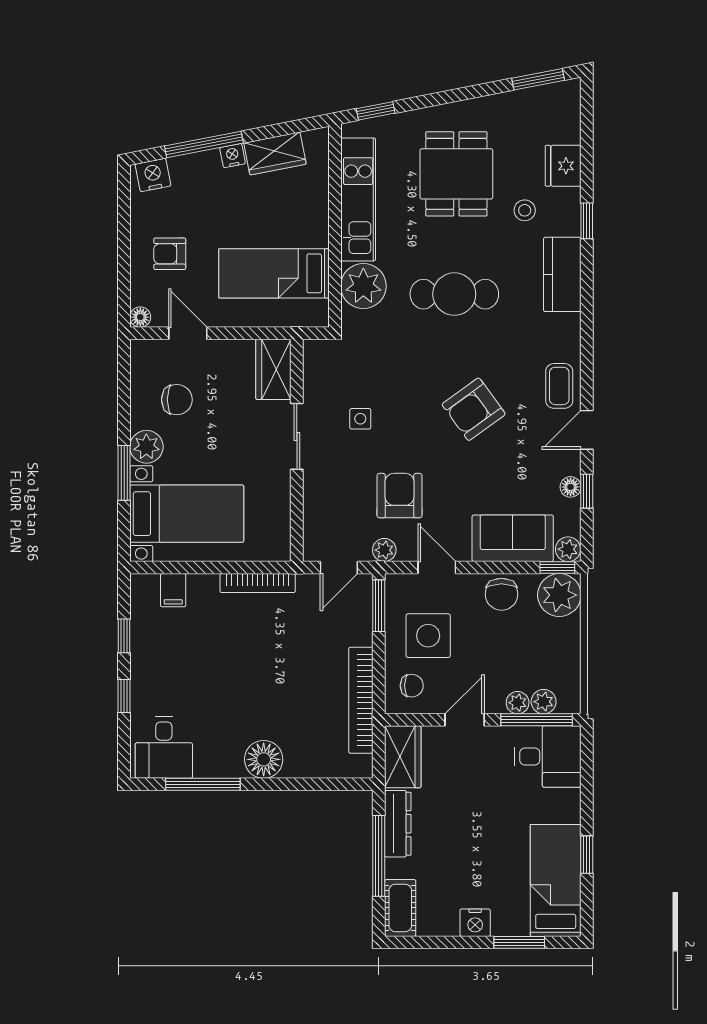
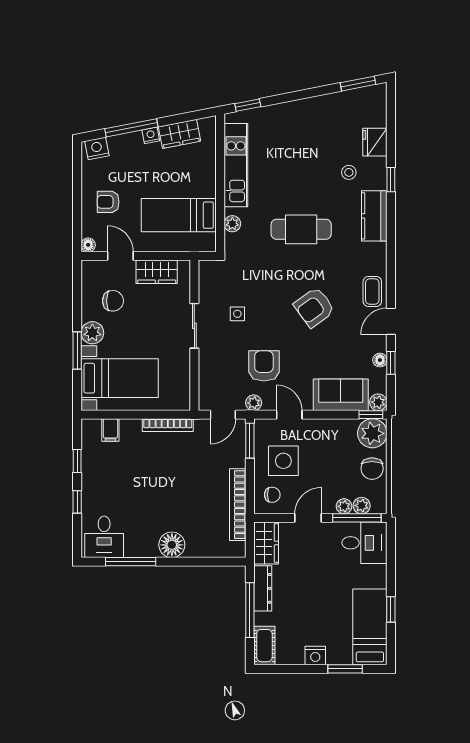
dining table: (456, 174) -> (303, 148), removed
plant: (363, 286) -> (232, 224), width x0.53, depth x0.53
wardrobe: (273, 369) -> (157, 272), moved, turned -90
chair: (501, 594) -> (372, 469), moved

